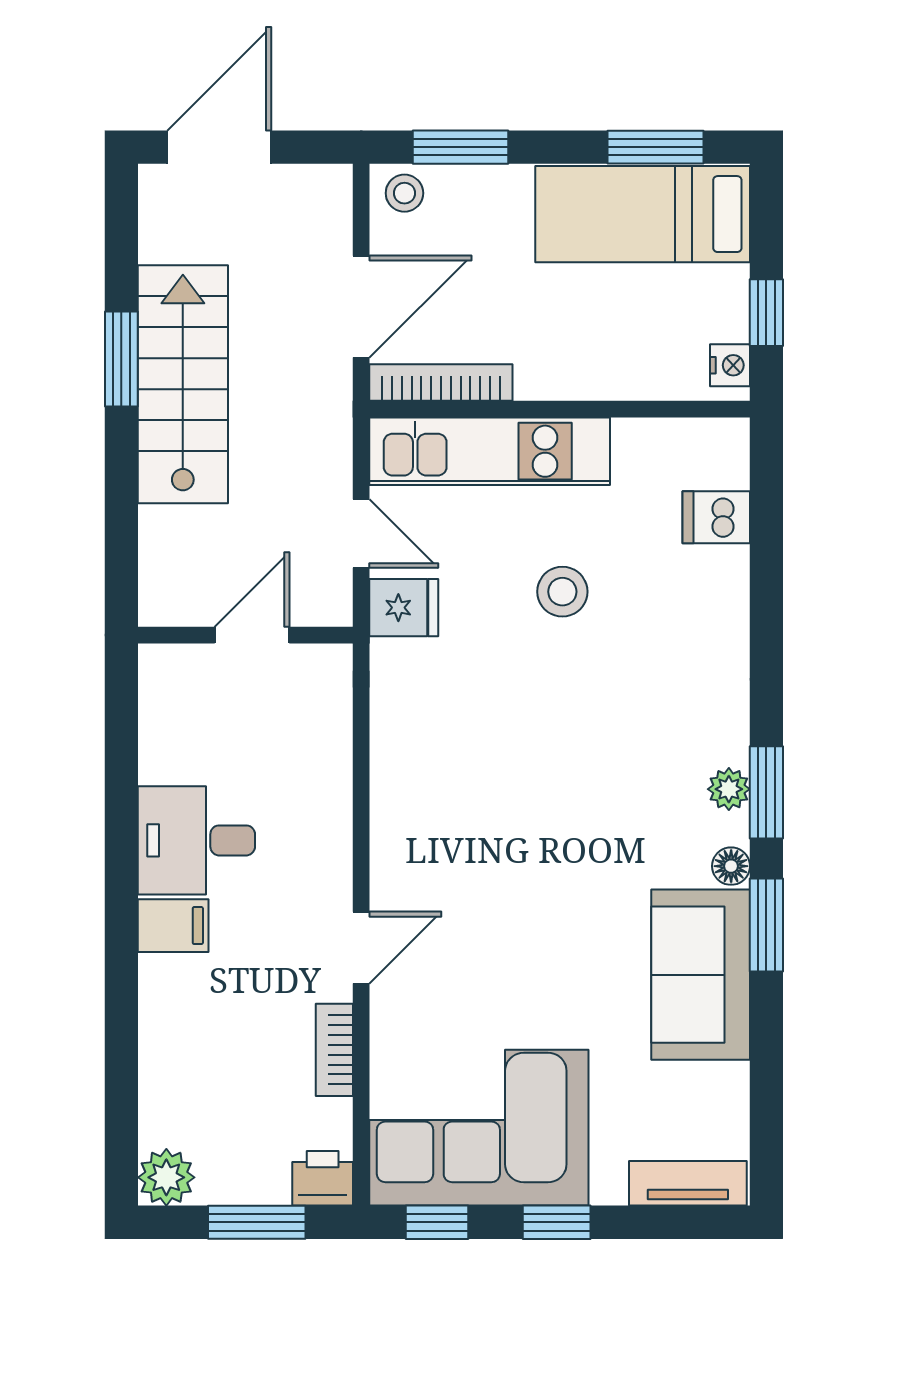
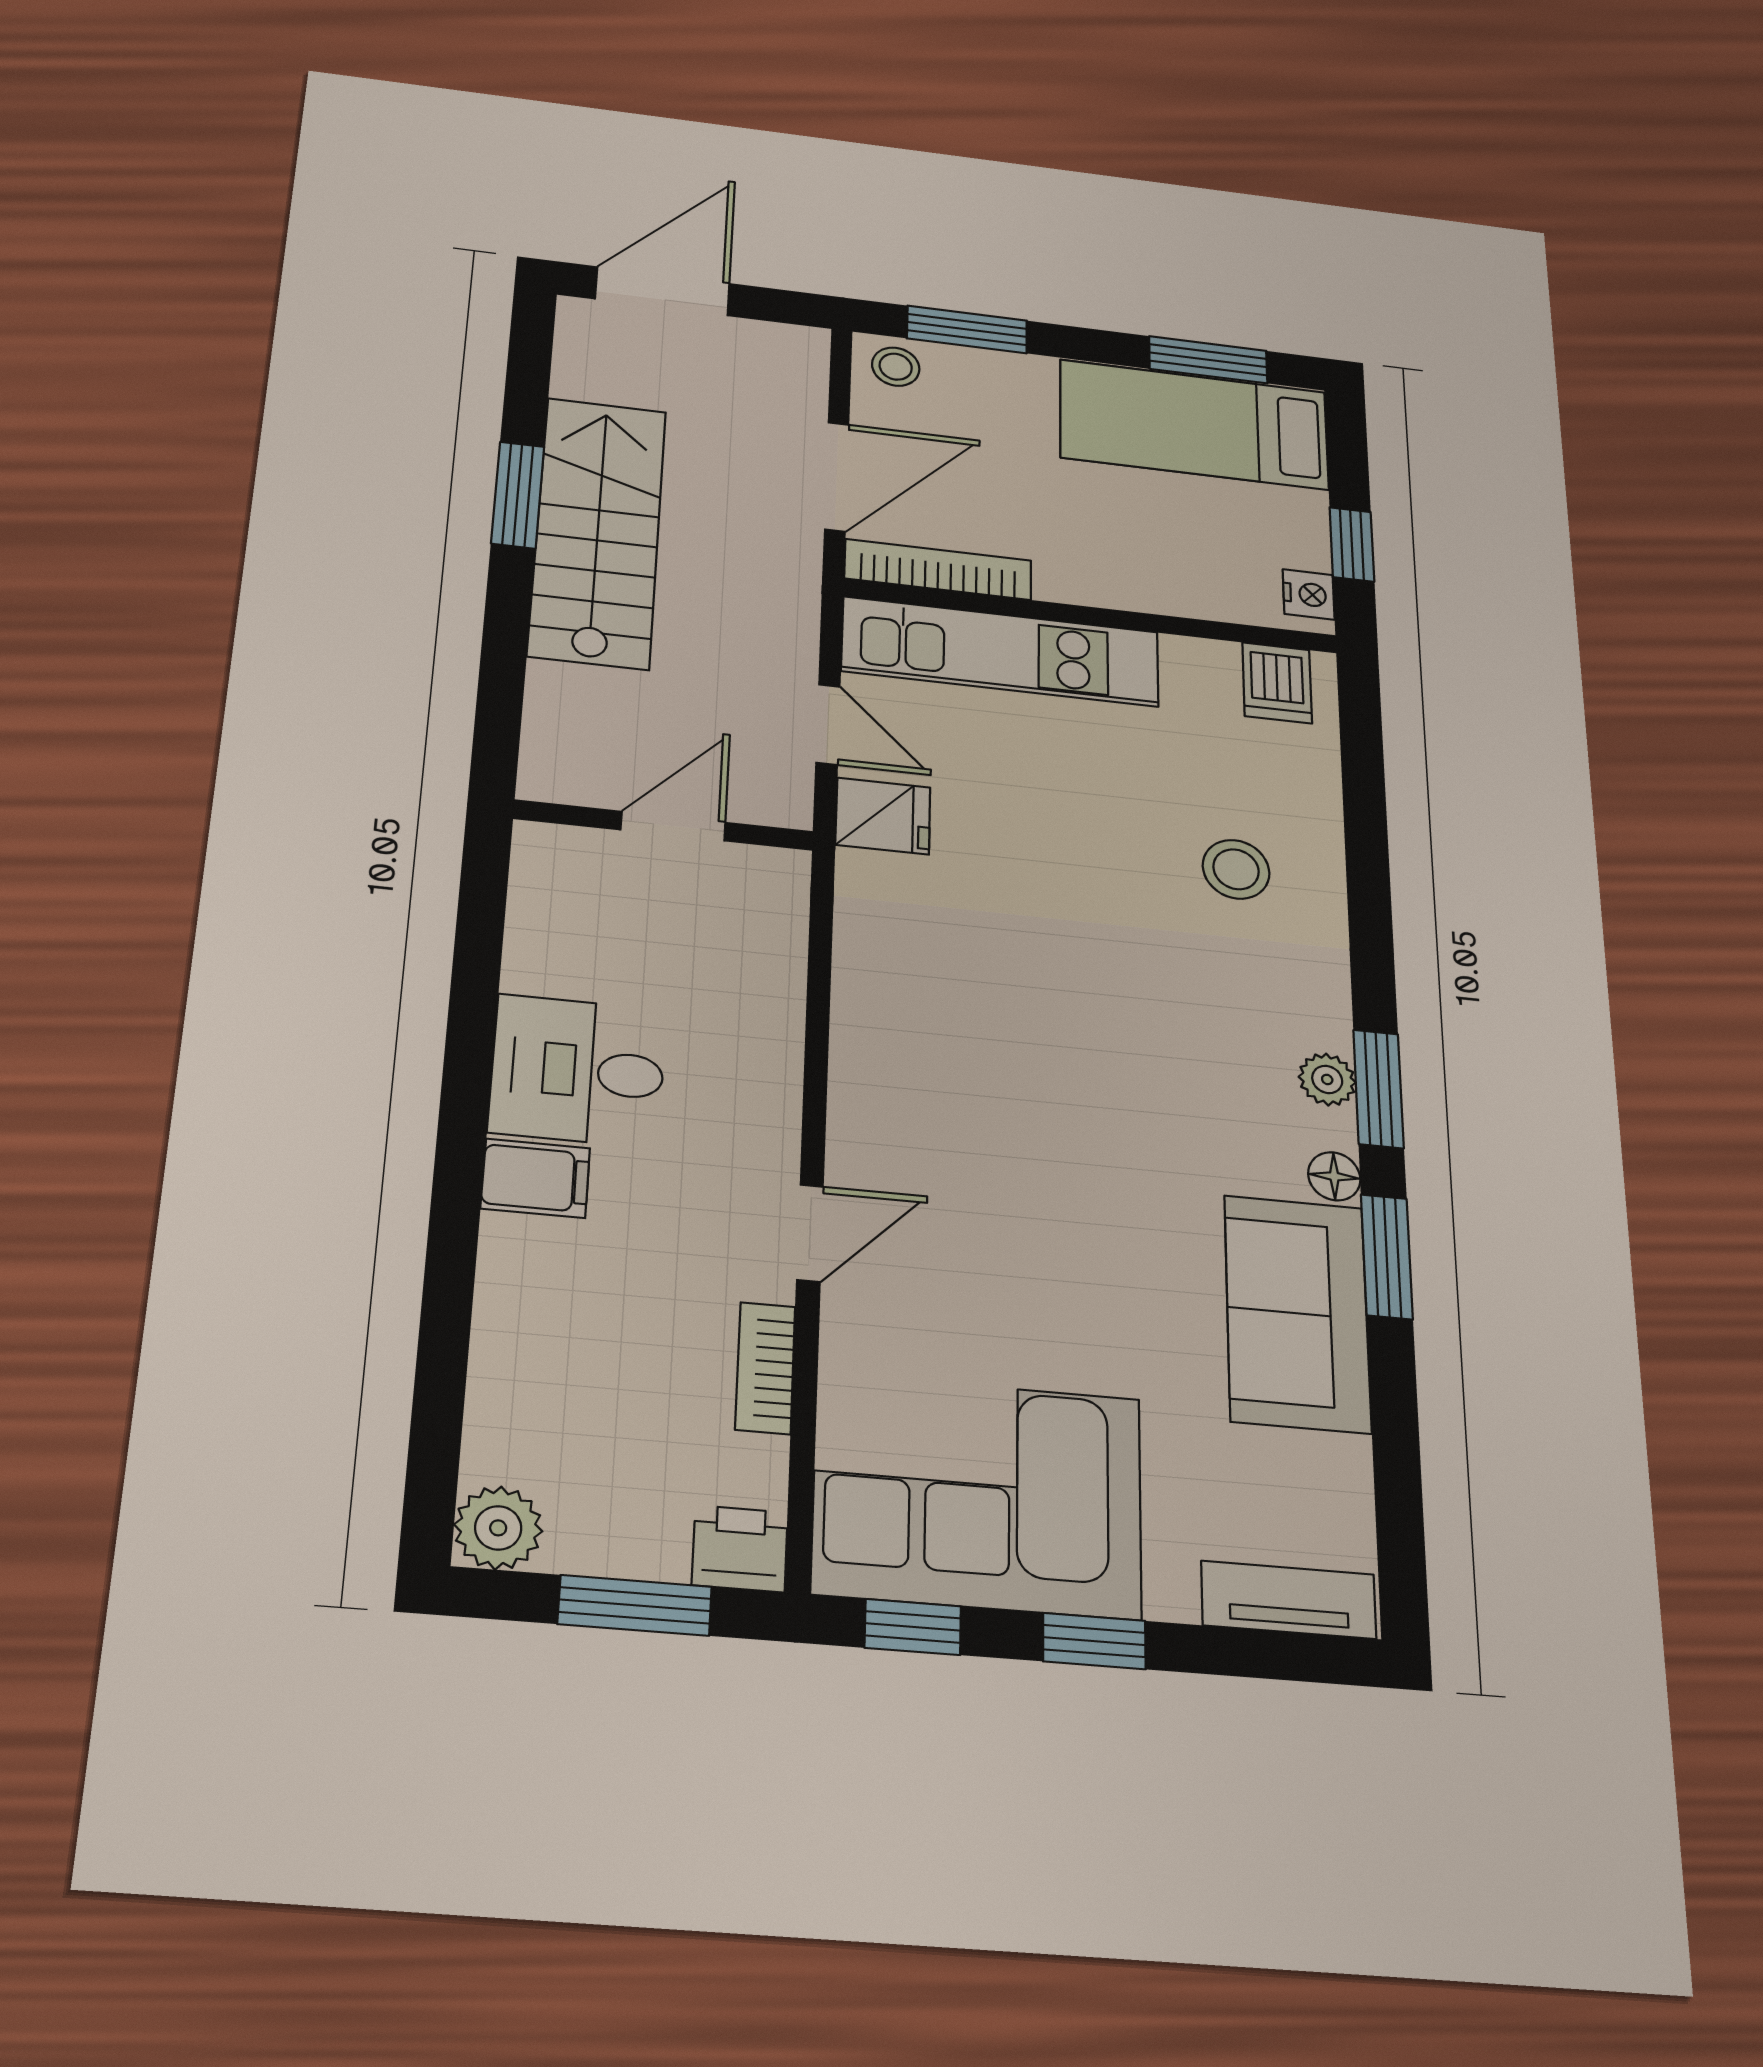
dishwasher: (716, 517) -> (1277, 683), moved, turned -90
stool: (562, 592) -> (1236, 869), moved

